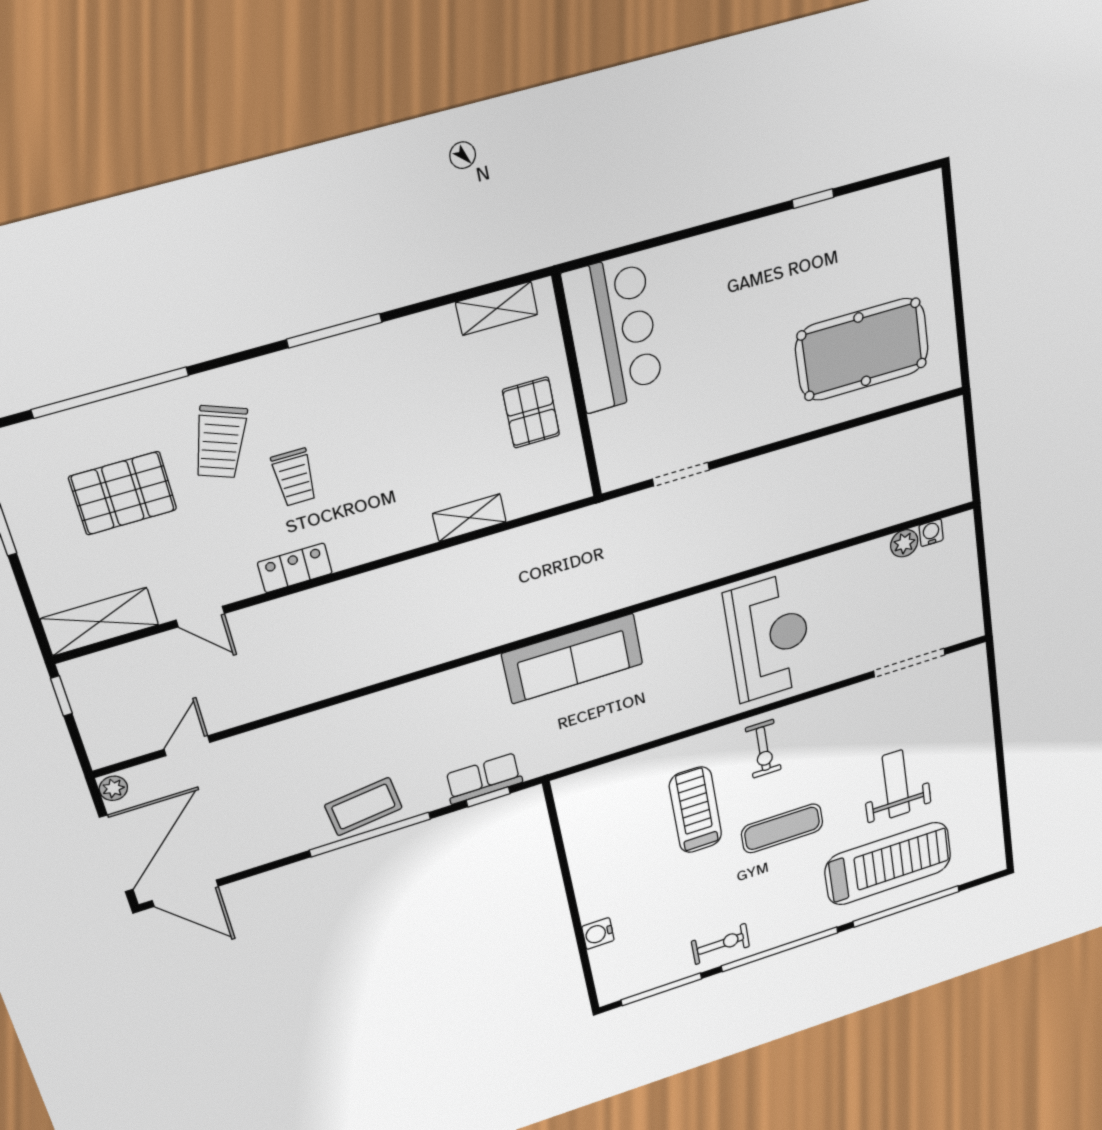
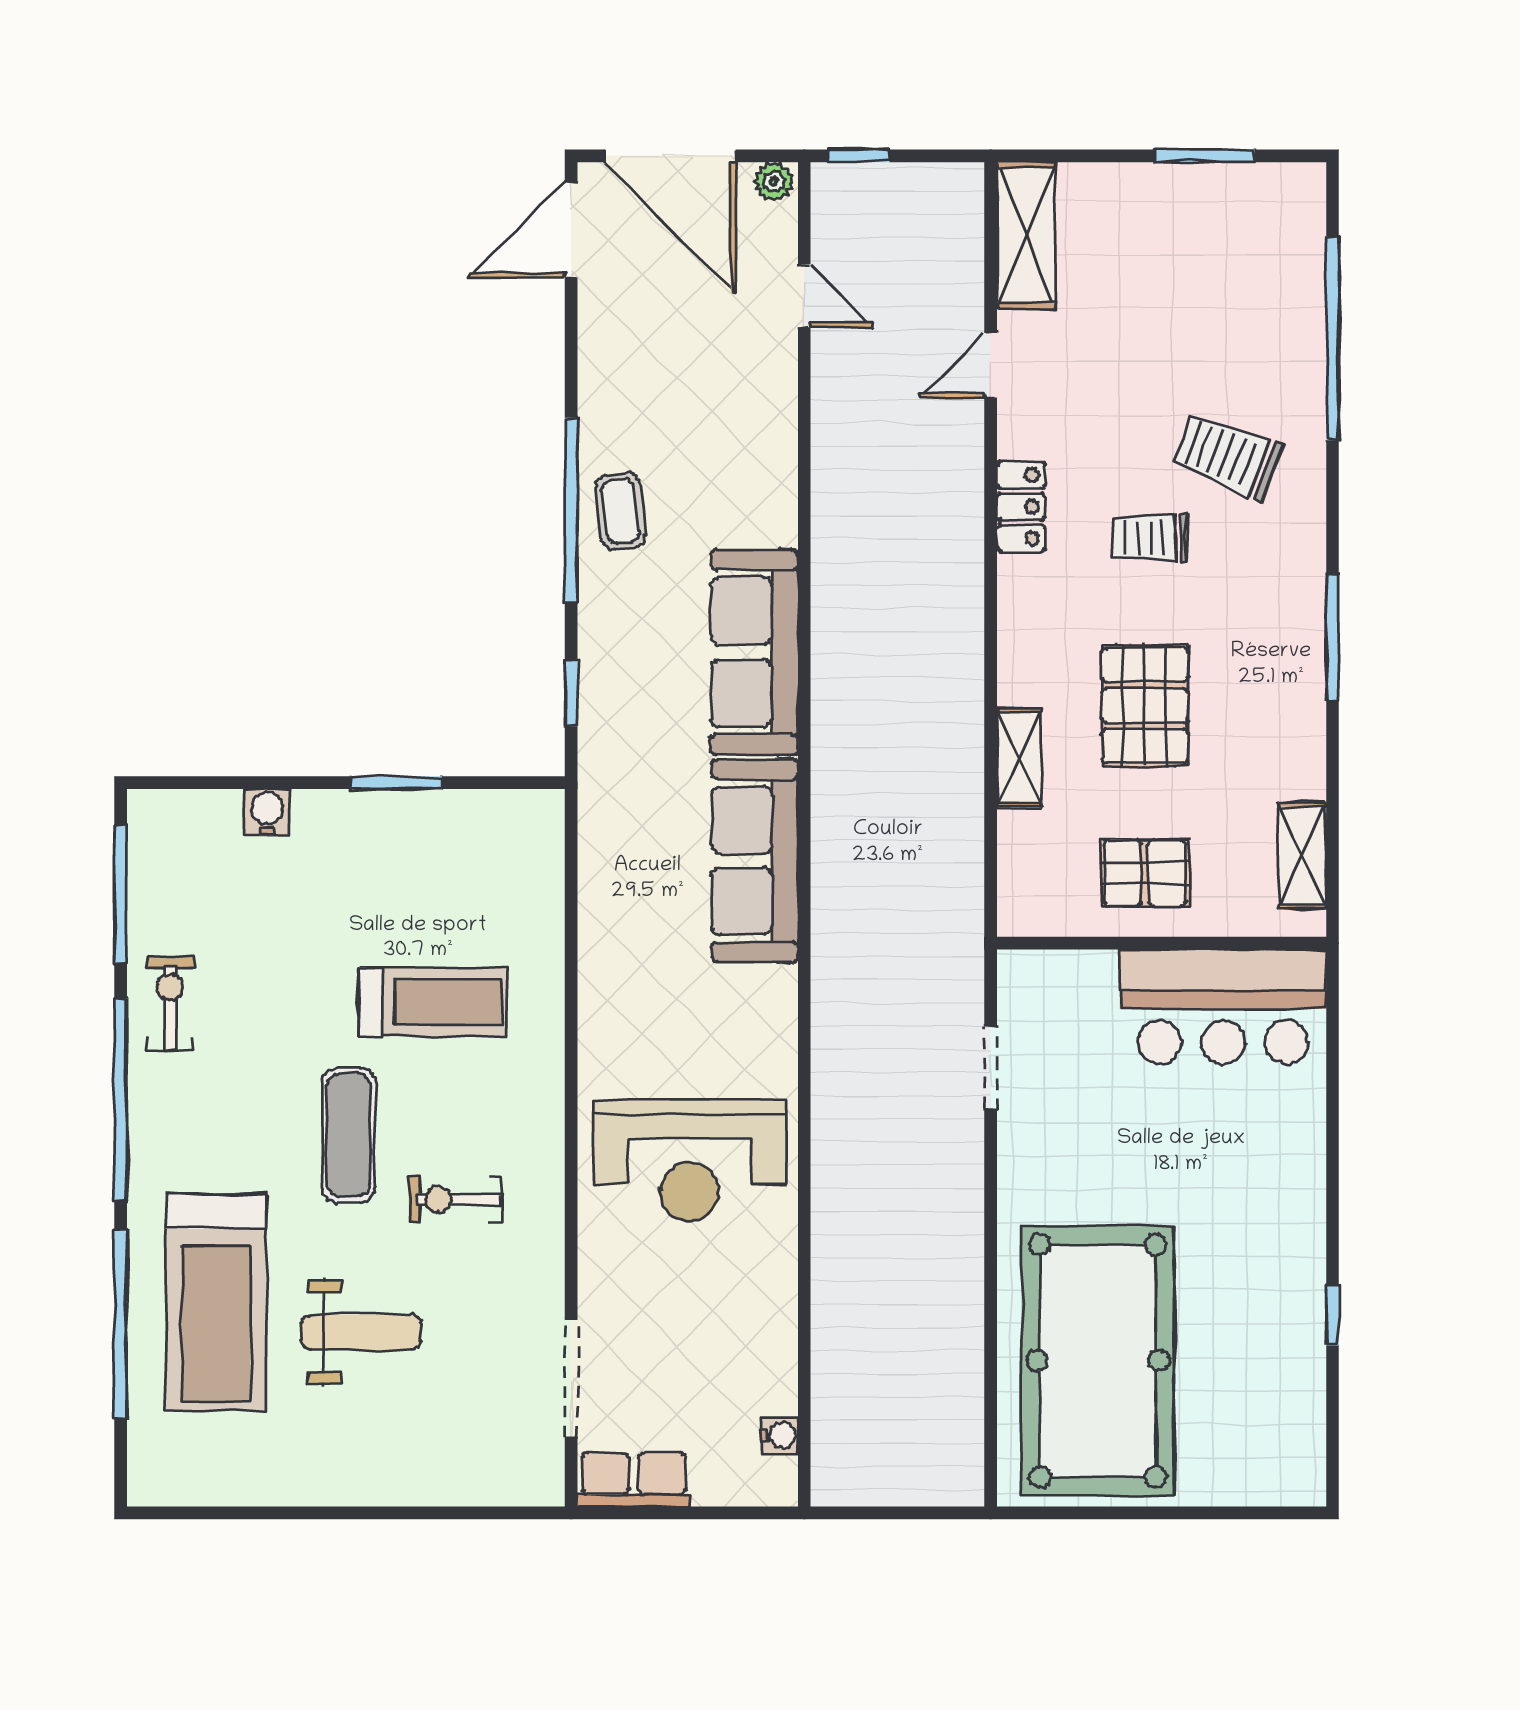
pool table: (862, 349) -> (1098, 1361), width x1.36, depth x1.32
pallet: (123, 493) -> (1145, 706), moved
plant: (904, 543) -> (776, 1391), removed
window: (61, 696) -> (859, 156), moved
sofa: (436, 701) -> (754, 652), added
exercise bike: (763, 749) -> (455, 1199), moved
row of seats: (484, 778) -> (634, 1480), moved, turned -90
coffee table: (363, 807) -> (621, 511), width x0.73, depth x0.77
window: (566, 873) -> (396, 783), added
exercise bike: (720, 944) -> (170, 1004), turned 180

